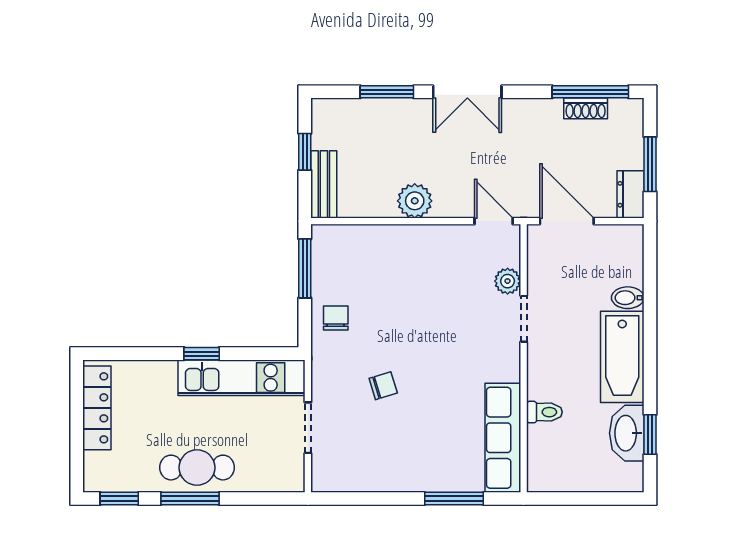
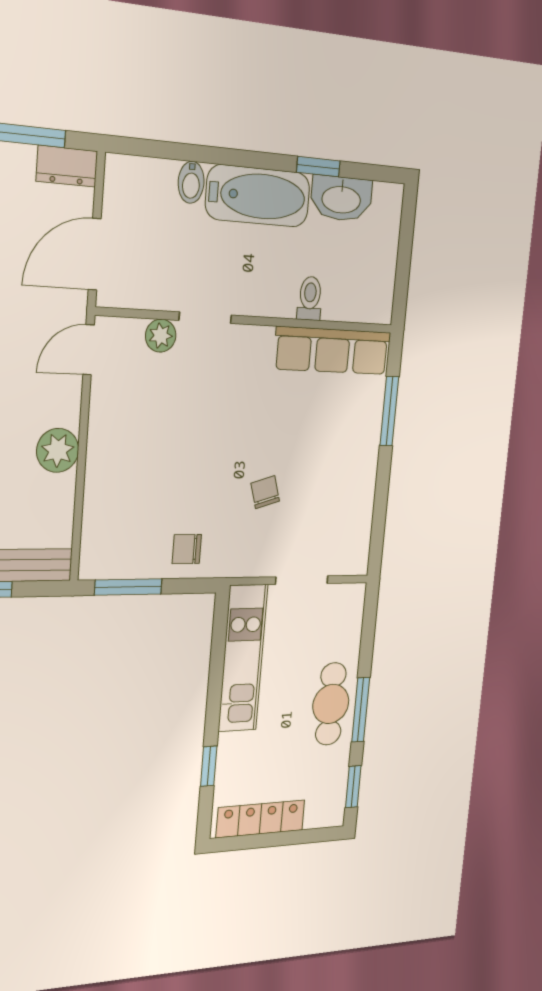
window: (202, 354) -> (209, 766), moved
window: (650, 435) -> (318, 167), moved

